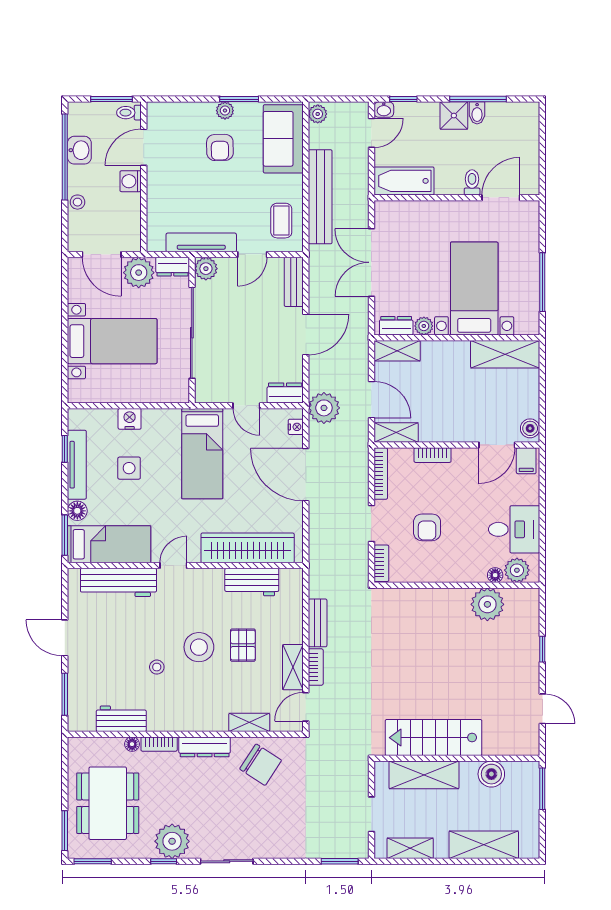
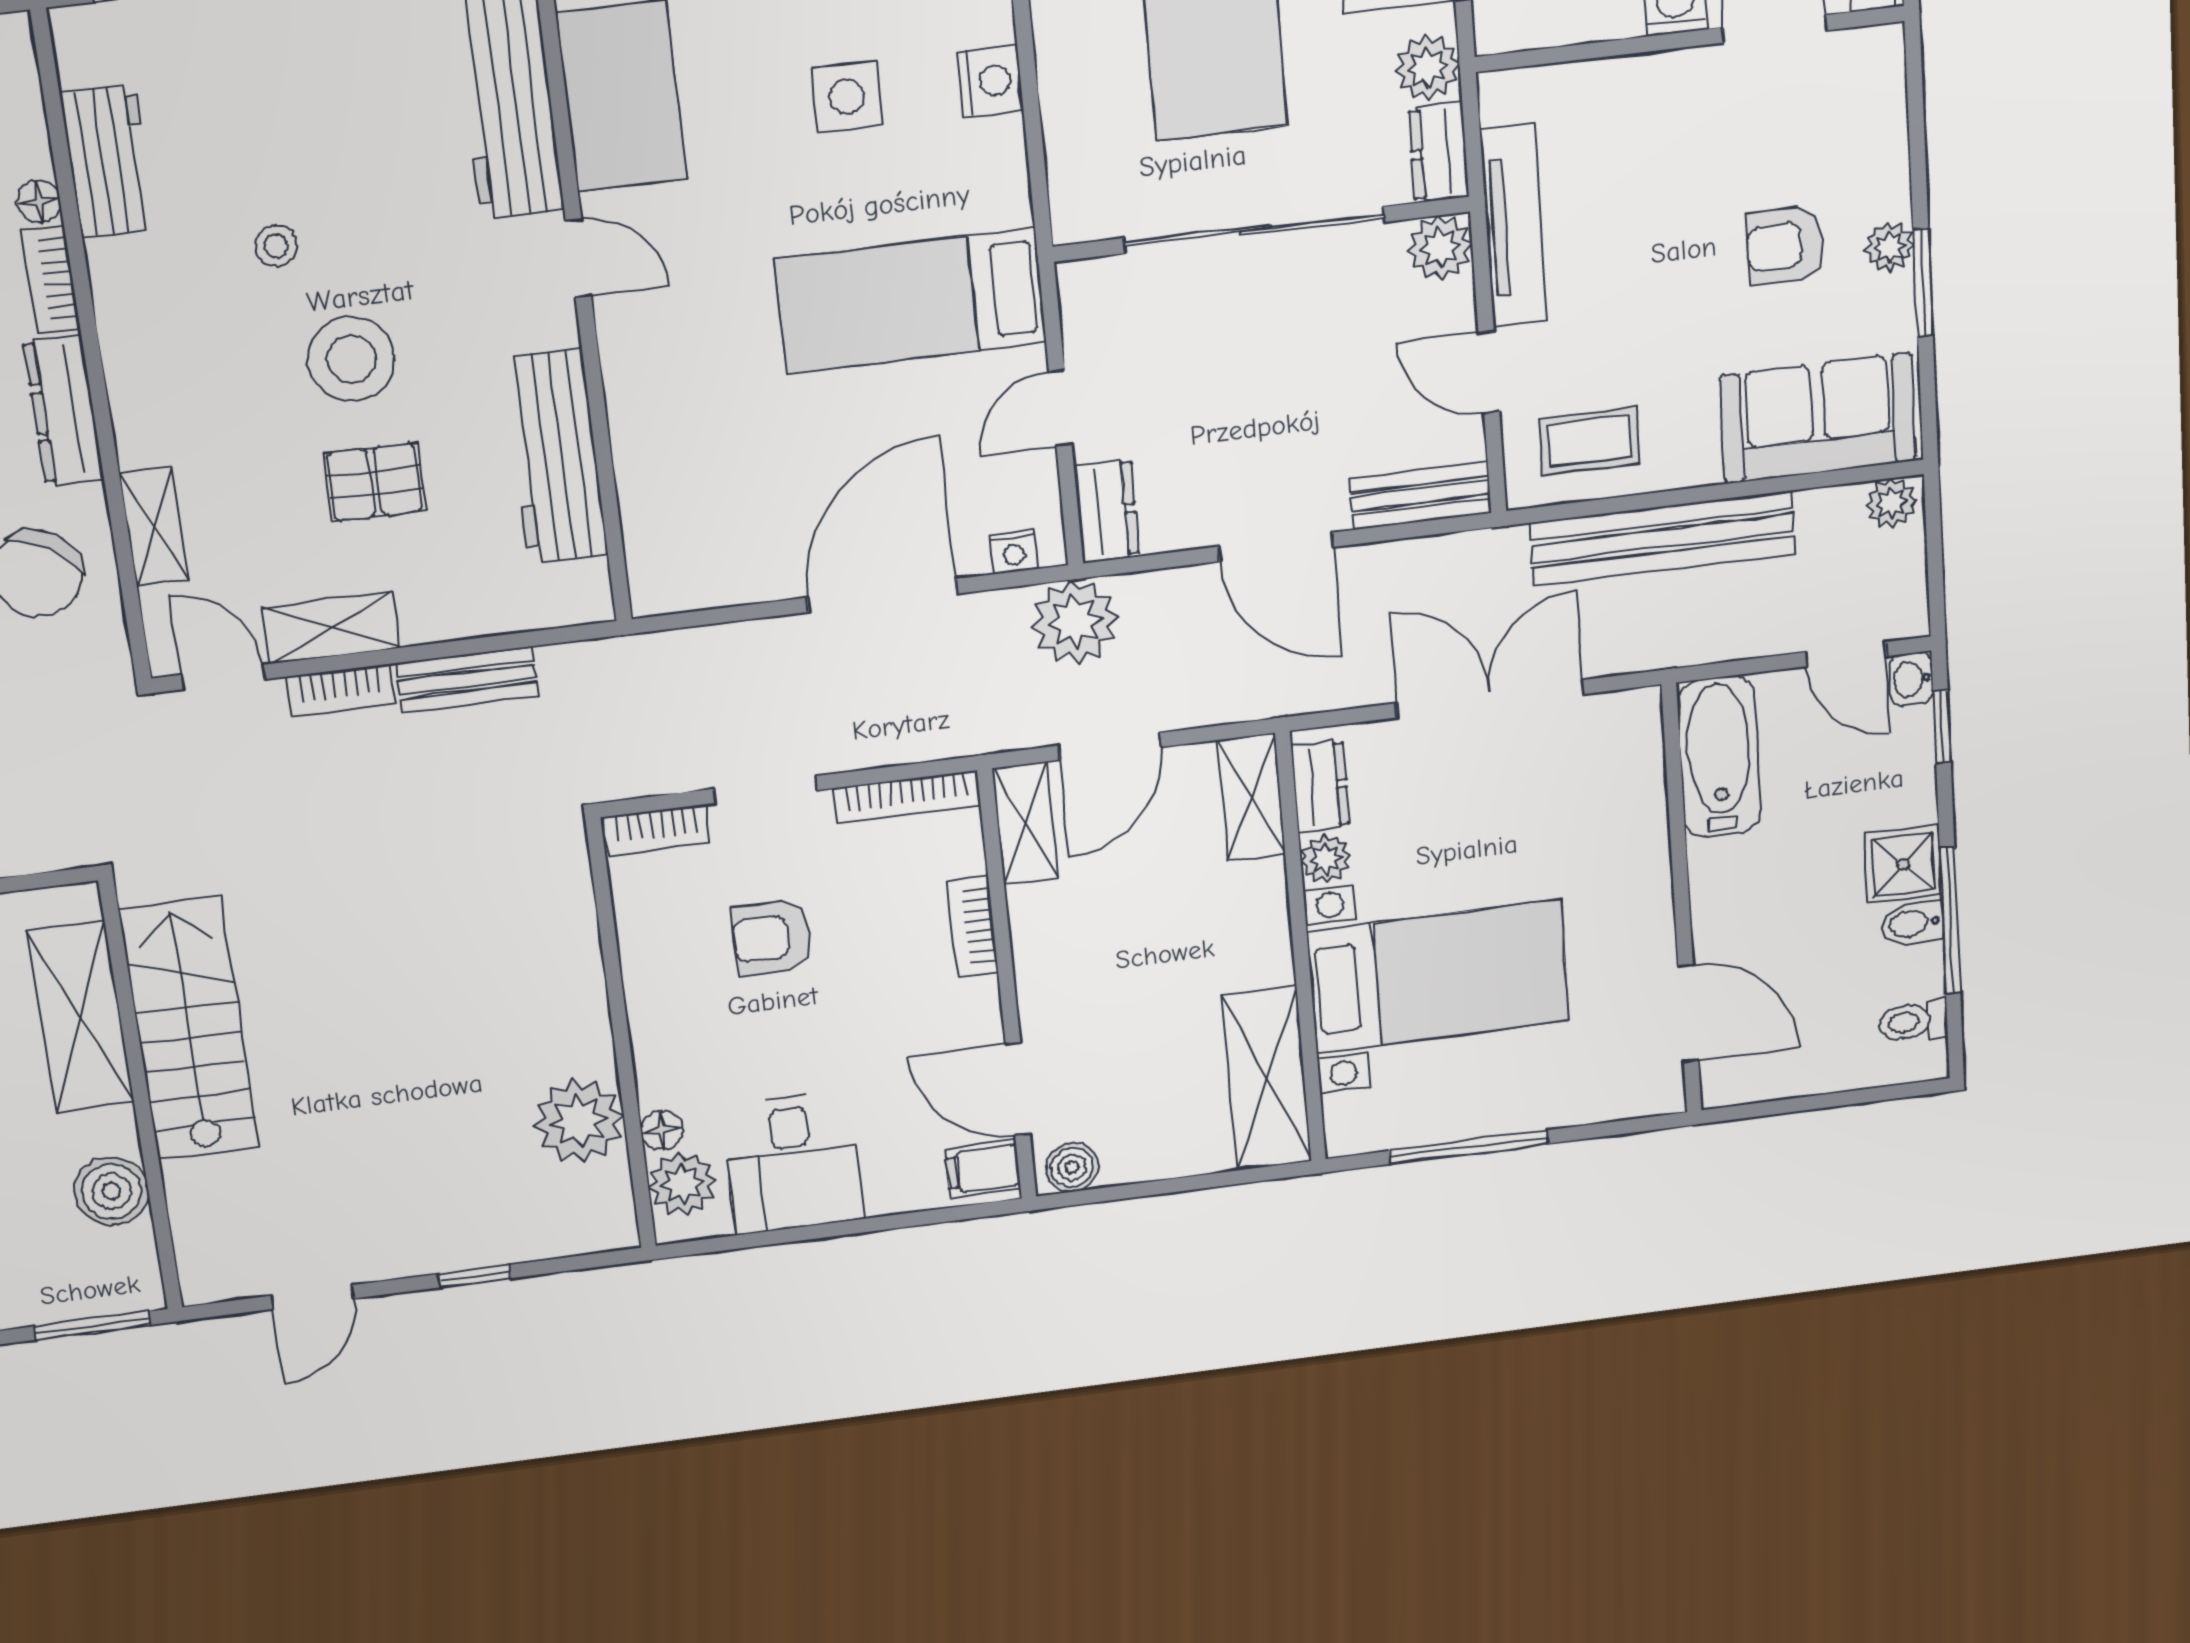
toilet: (472, 182) -> (1913, 1021), moved, turned 180
plant: (139, 273) -> (1427, 68), width x0.73, depth x0.73
wardrobe: (248, 548) -> (655, 461), removed
workbench: (252, 582) -> (555, 457), width x1.38

